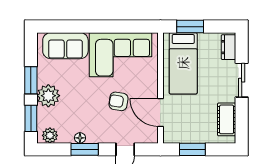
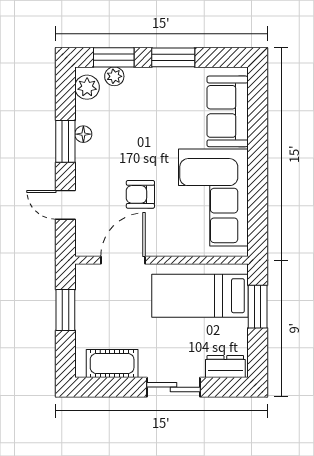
plant: (48, 96) -> (114, 76), moved, width x0.53, depth x0.53
armchair: (118, 101) -> (140, 194), turned -99

